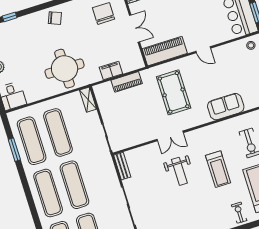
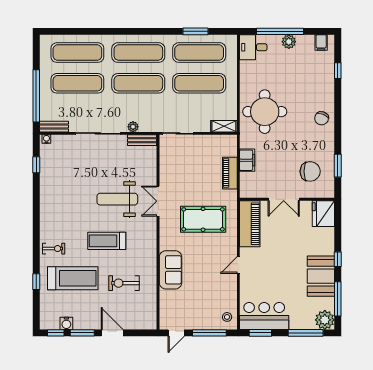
weight bench: (179, 171) -> (117, 199), width x1.36, depth x1.33
plant: (113, 178) -> (133, 127), added

